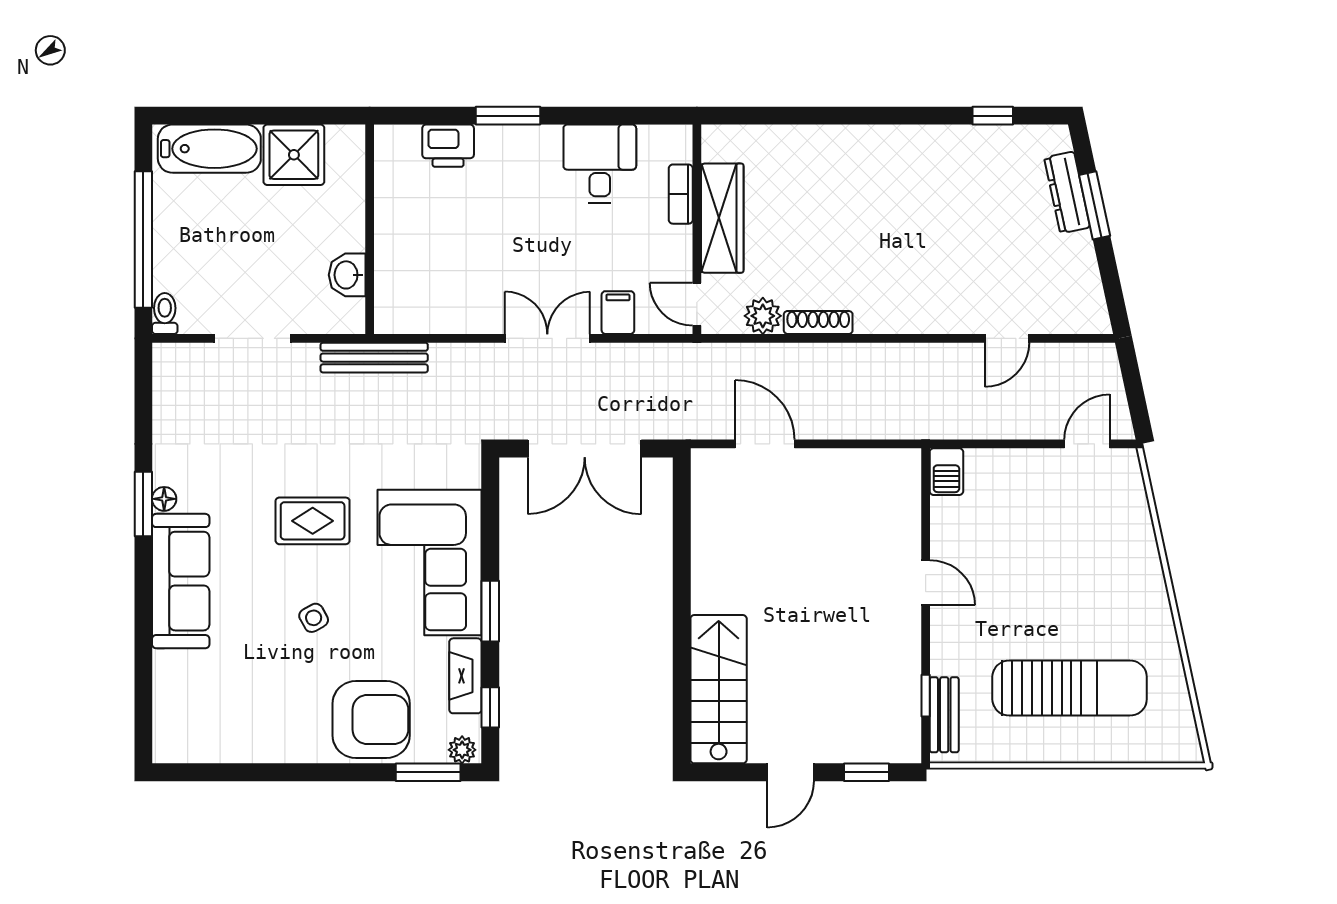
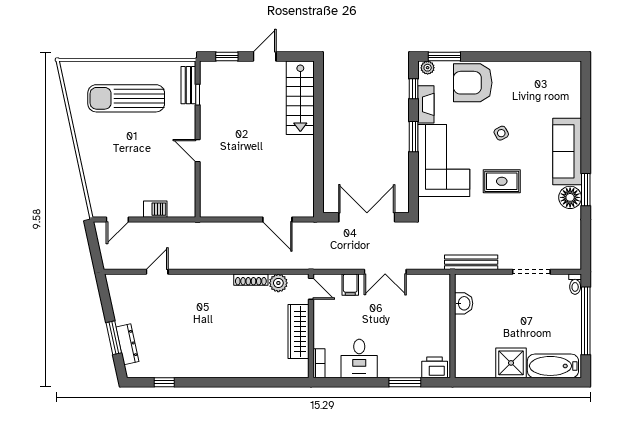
bookcase: (681, 194) -> (319, 363), moved
wall: (370, 229) -> (453, 326), moved
washbasin: (347, 275) -> (464, 303), moved
barbecue: (946, 472) -> (155, 209), moved, turned 90
floor lamp: (164, 499) -> (570, 197), width x1.89, depth x1.89

